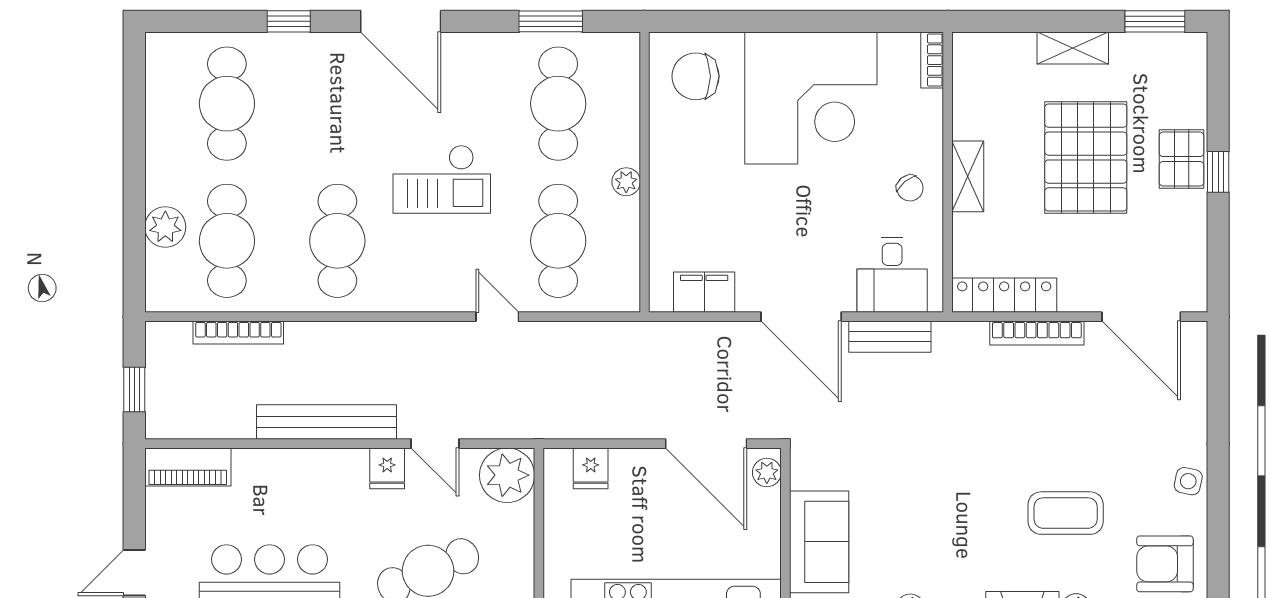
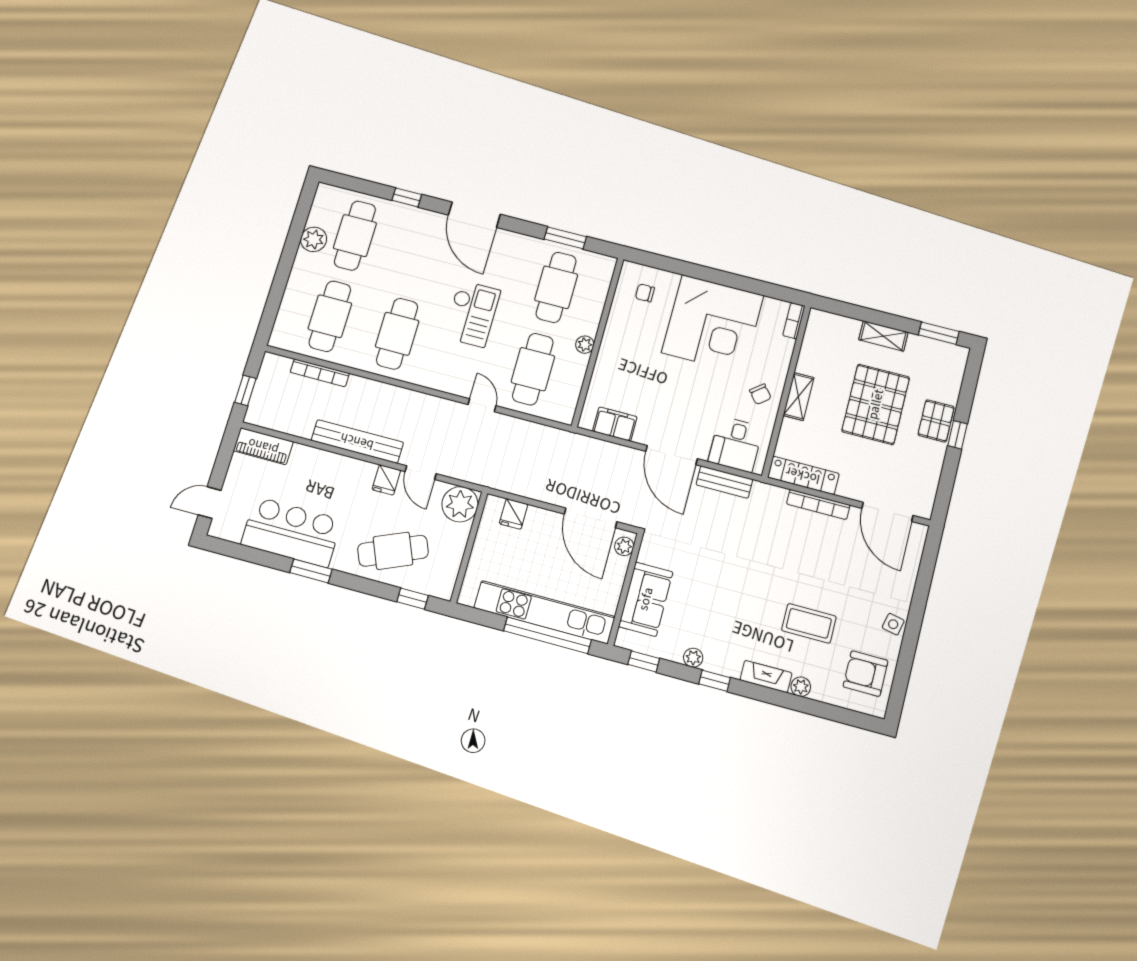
chair: (696, 76) -> (645, 293), width x0.54, depth x0.54
checkout: (442, 179) -> (472, 314), turned -90
plant: (165, 227) -> (314, 239), moved

